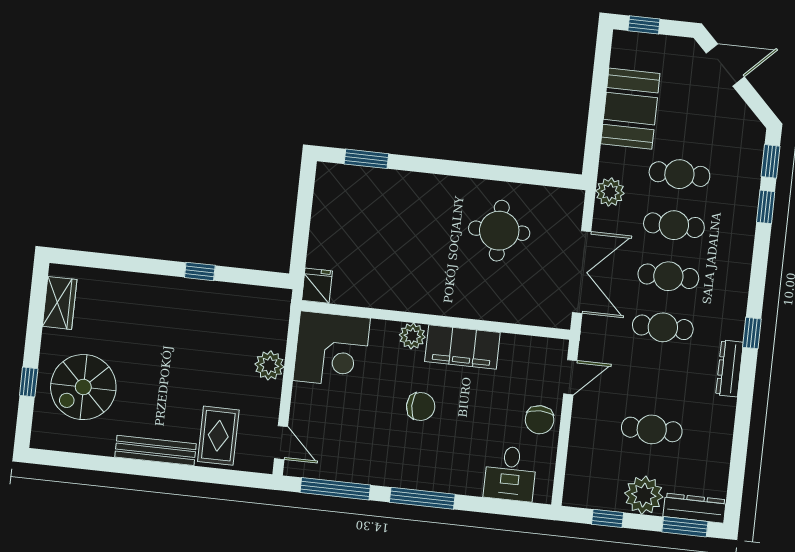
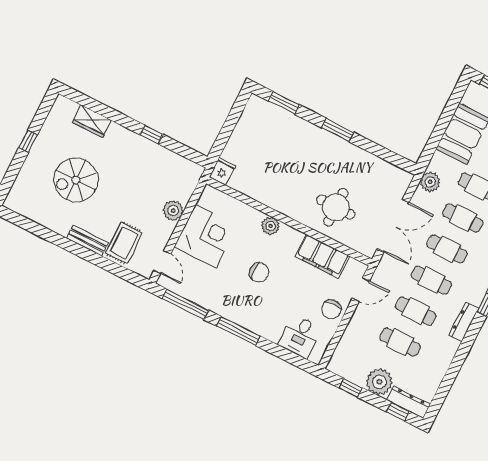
window: (455, 168) -> (338, 130), added
round table: (499, 231) -> (336, 207), moved
wardrobe: (60, 303) -> (92, 121), moved, turned 90
filing cabinet: (462, 347) -> (322, 256), moved
corner desk: (332, 349) -> (206, 236), moved, turned -90
cafe table: (657, 378) -> (416, 311), added
window: (29, 382) -> (28, 141), moved
spiral stairs: (83, 387) -> (76, 180), moved
bench: (155, 450) -> (87, 240), width x0.73
window: (685, 527) -> (398, 412), width x0.67

